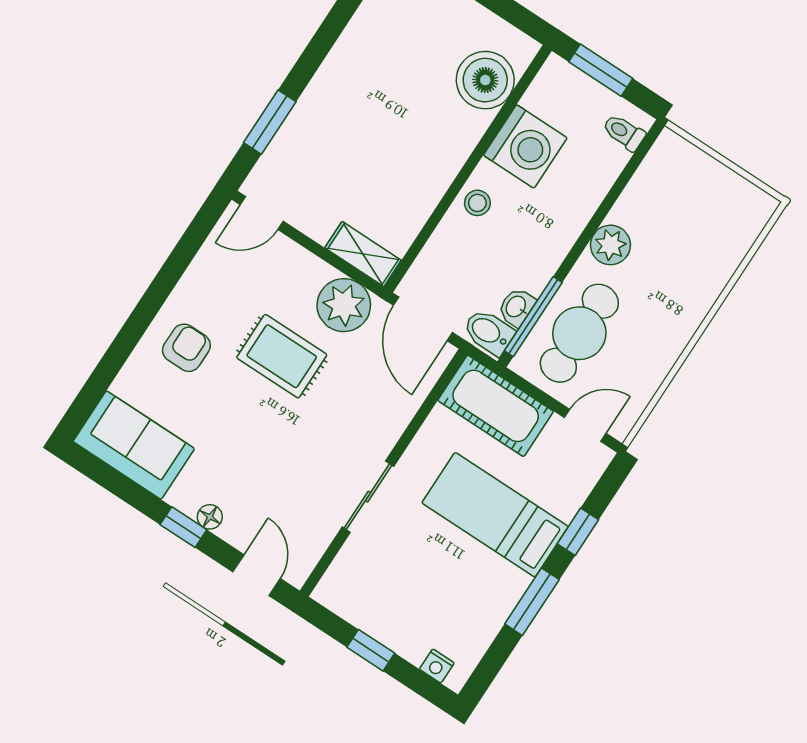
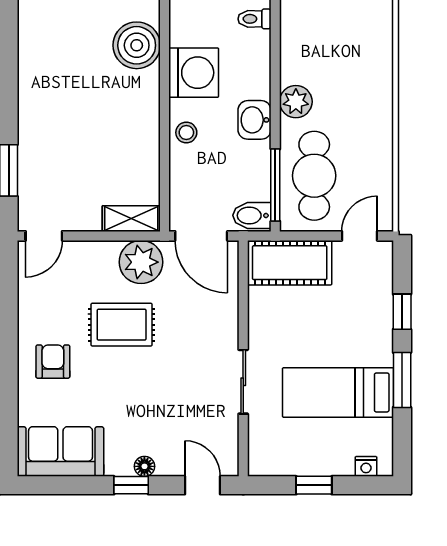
washbasin: (516, 307) -> (254, 120), moved, width x1.38, depth x1.45
bed: (495, 515) -> (338, 392), moved

